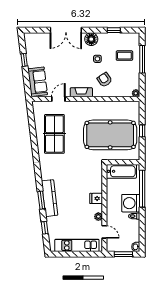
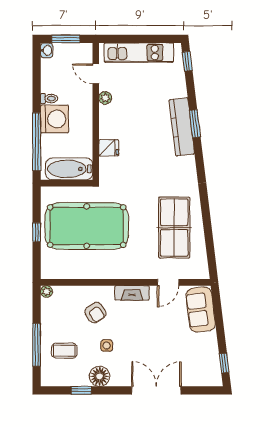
floor lamp: (91, 39) -> (100, 376), moved
window: (24, 60) -> (224, 363), moved
fridge: (96, 198) -> (109, 148), moved
window: (45, 228) -> (187, 61), moved

